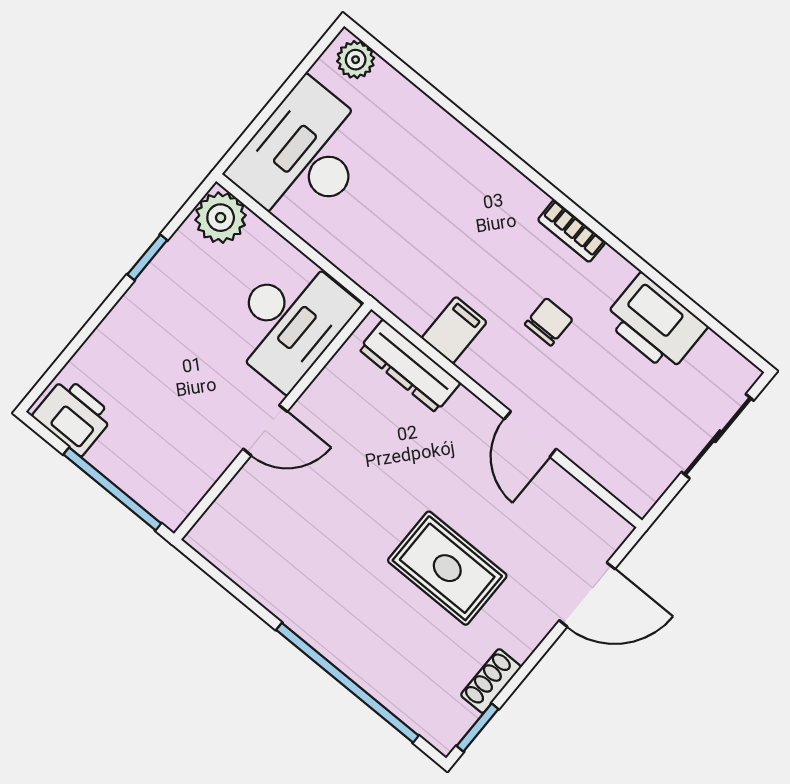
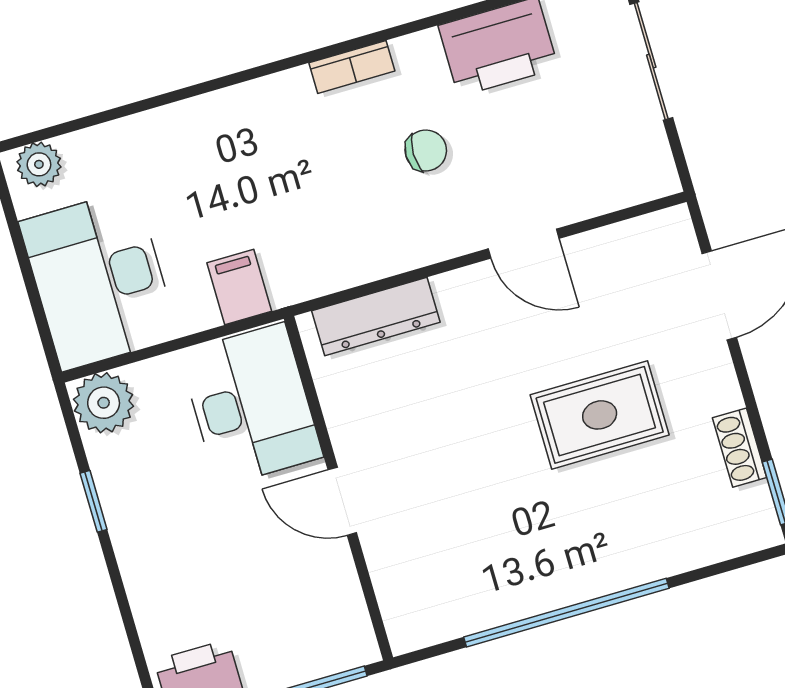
chair: (549, 322) -> (426, 150), turned 90
filing cabinet: (454, 330) -> (239, 287), moved
door: (265, 430) -> (342, 501), swing flipped
window: (347, 683) -> (566, 613), moved

